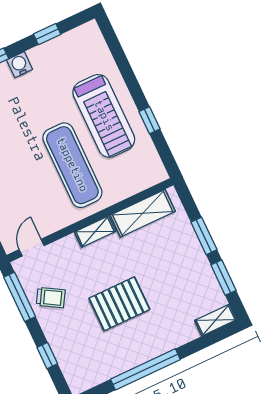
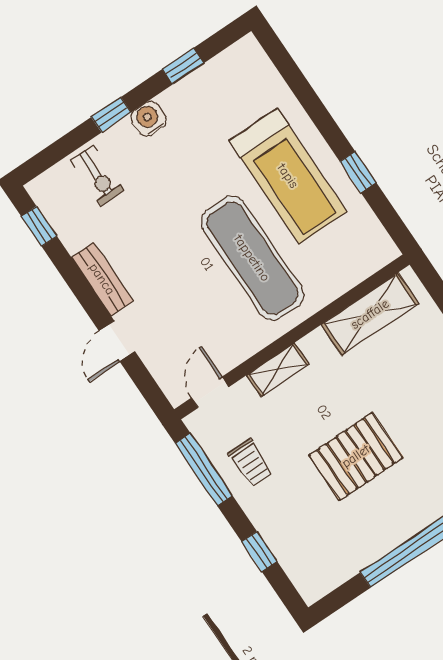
shelving: (95, 232) -> (278, 370), moved
trolley: (51, 298) -> (251, 463), turned 59

